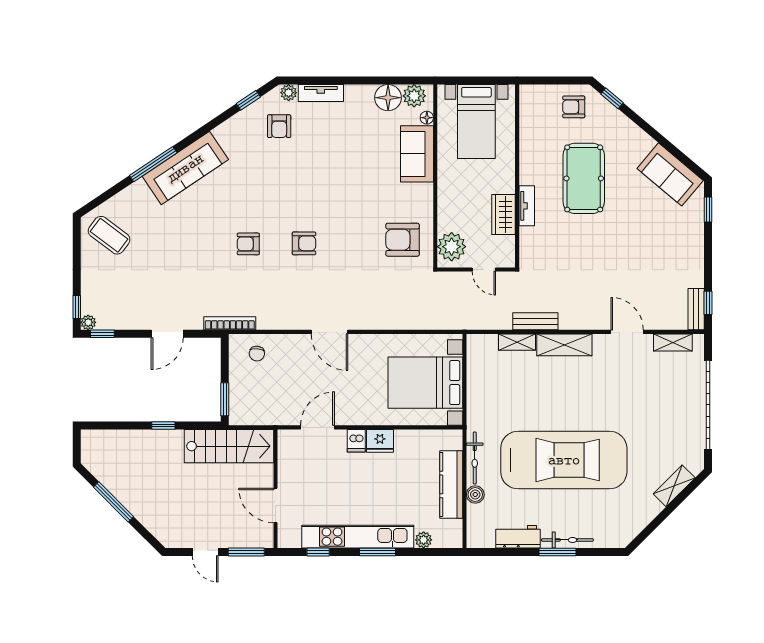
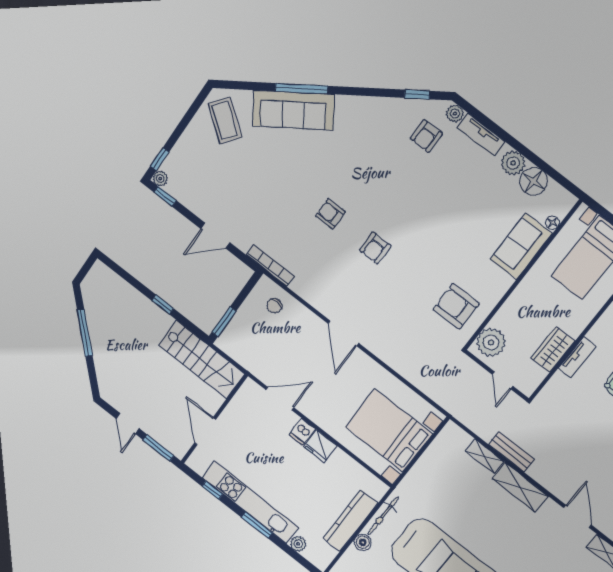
plant: (414, 96) -> (513, 163), moved
sofa: (185, 168) -> (293, 110), moved
armchair: (304, 243) -> (375, 248), turned 90

